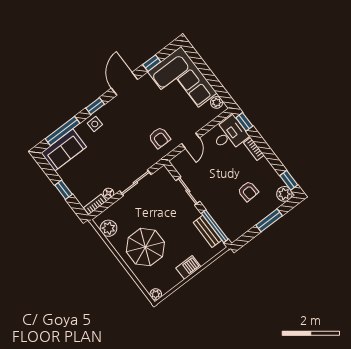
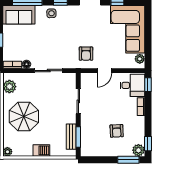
window: (269, 220) -> (128, 160), moved
window: (215, 226) -> (78, 137), width x0.69

